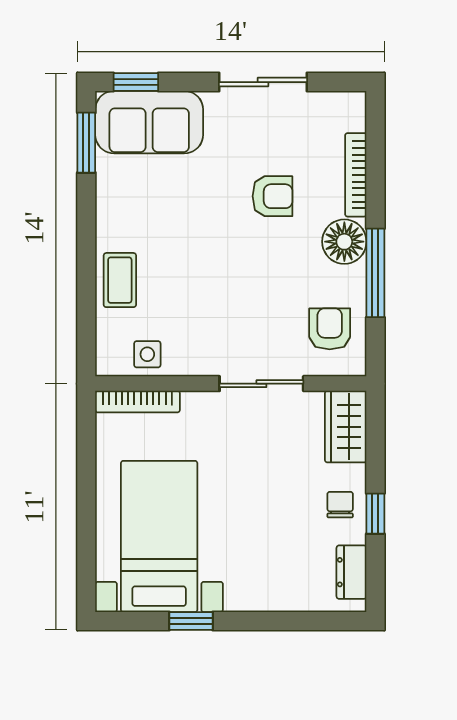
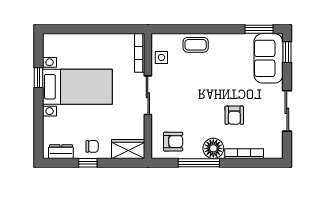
sliding door: (261, 384) -> (148, 95), moved
bed with nightstands: (159, 536) -> (77, 87), moved

